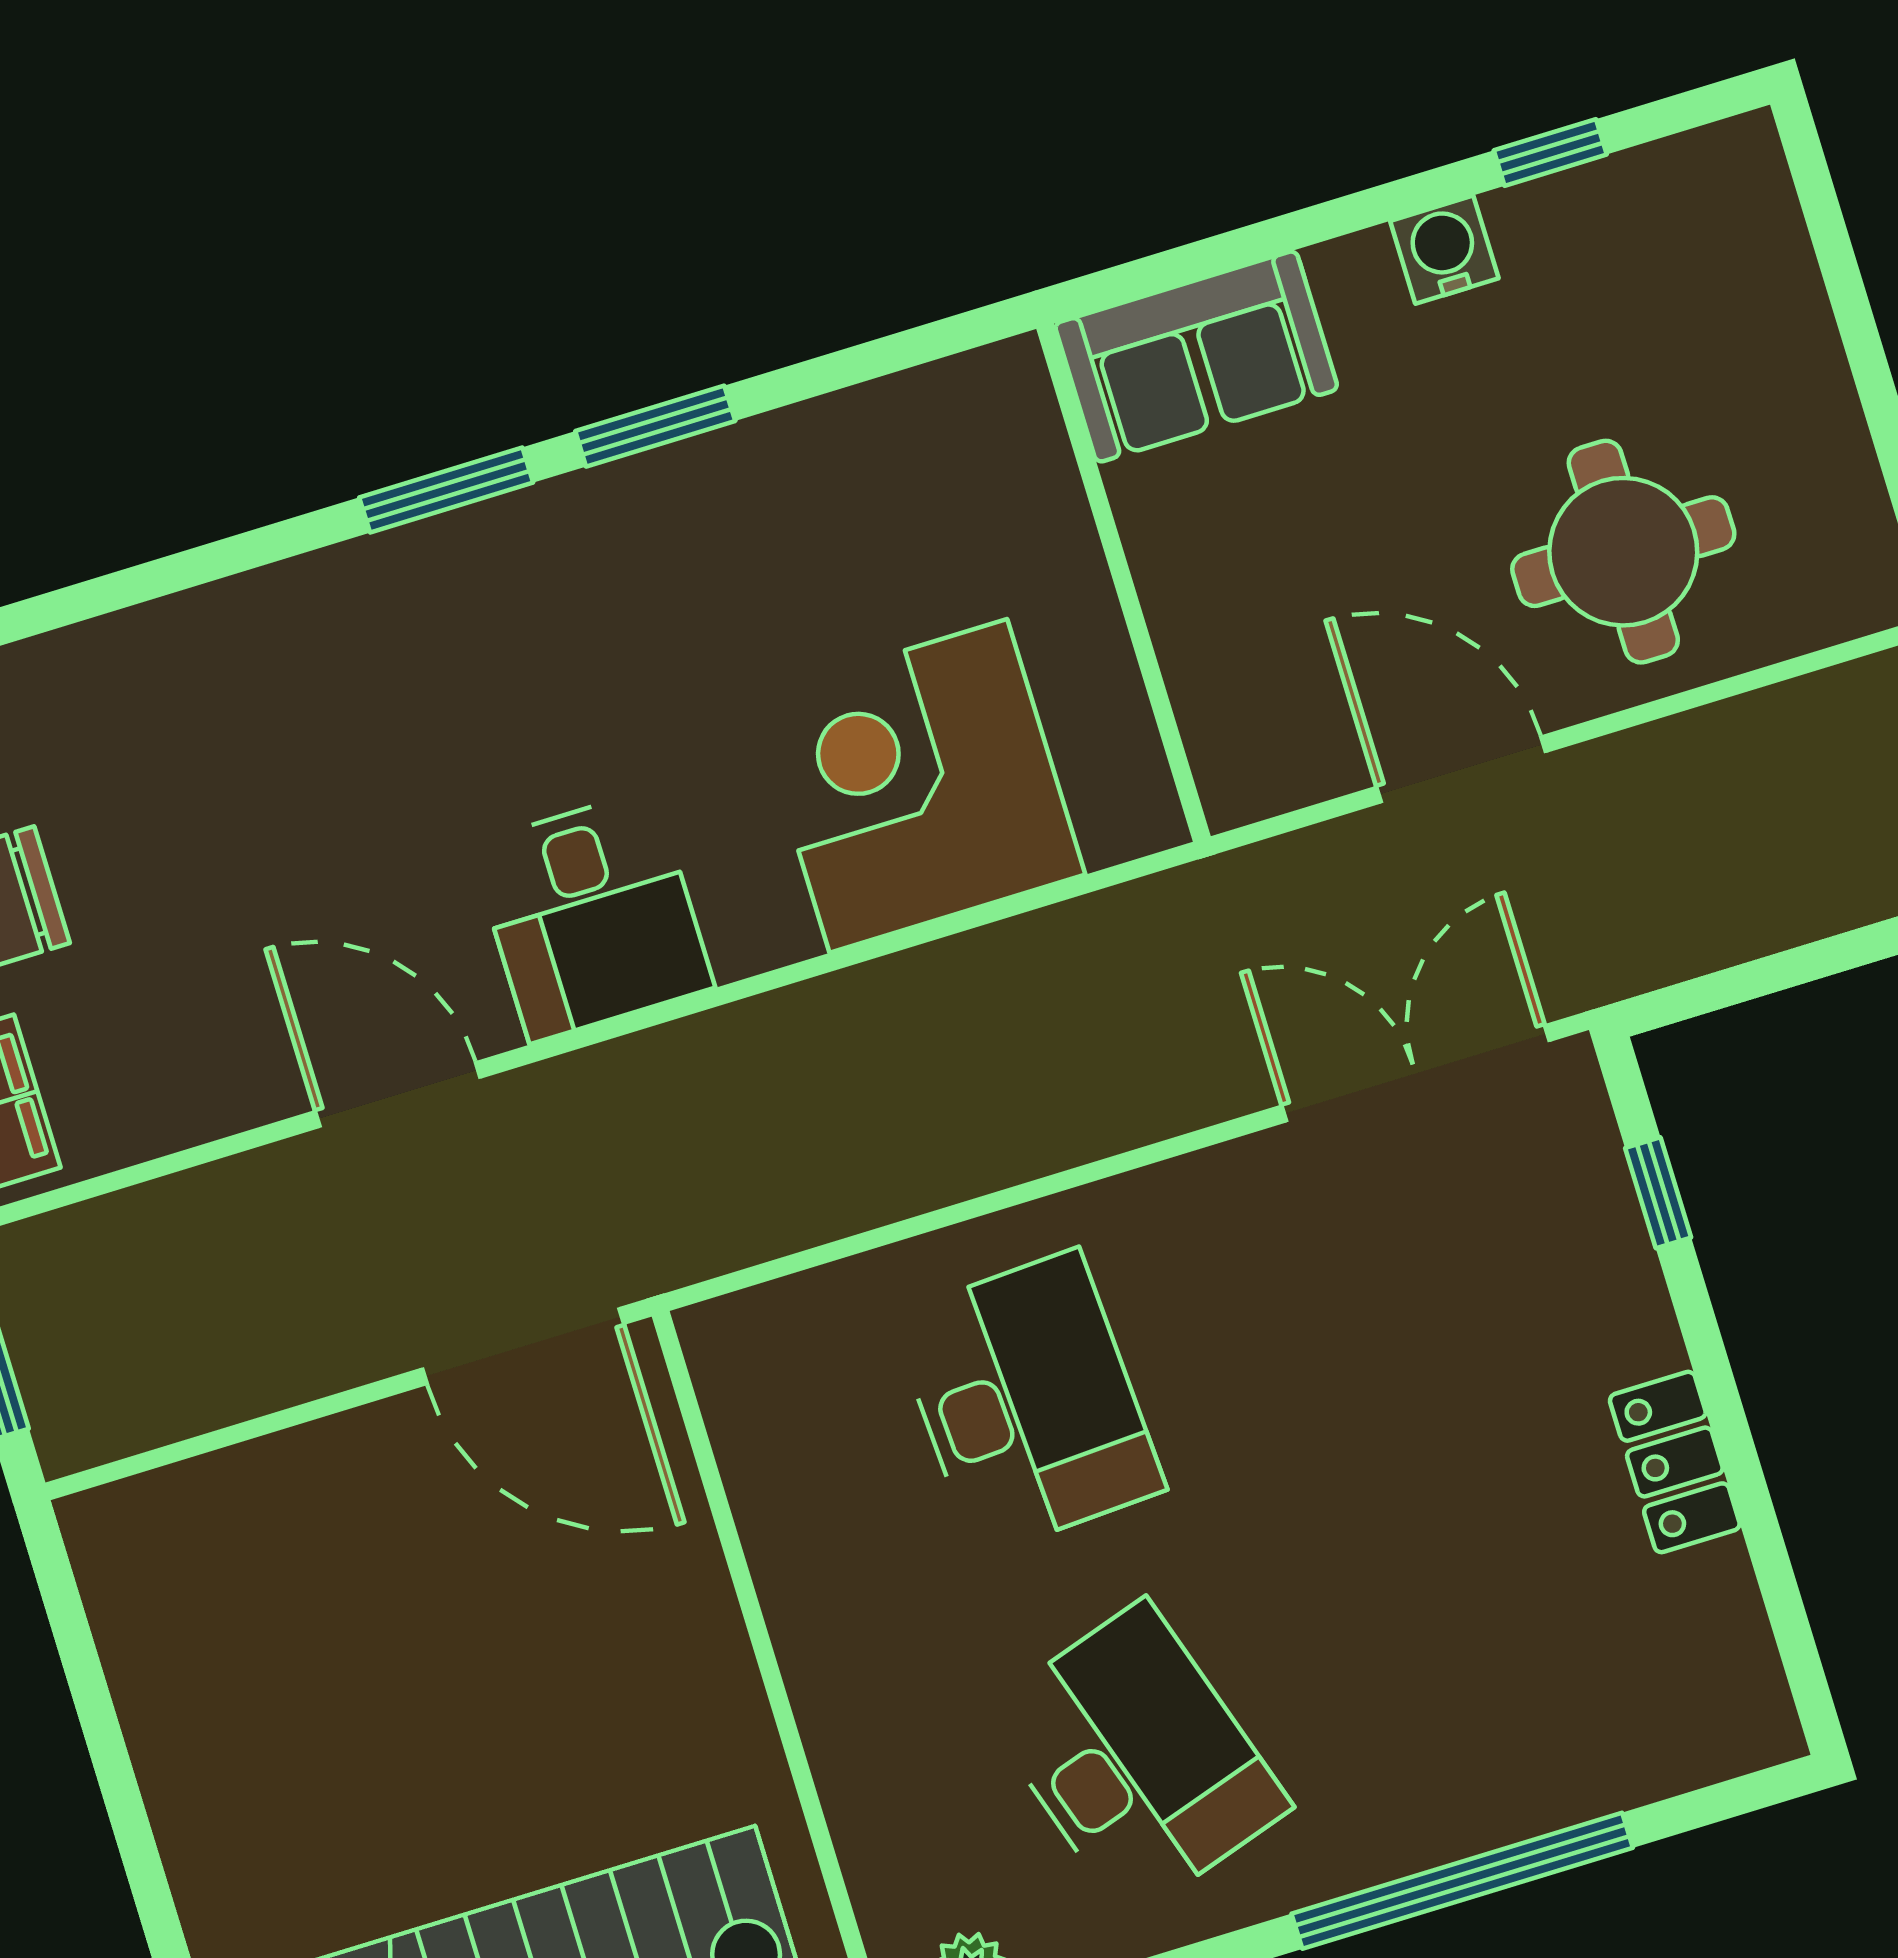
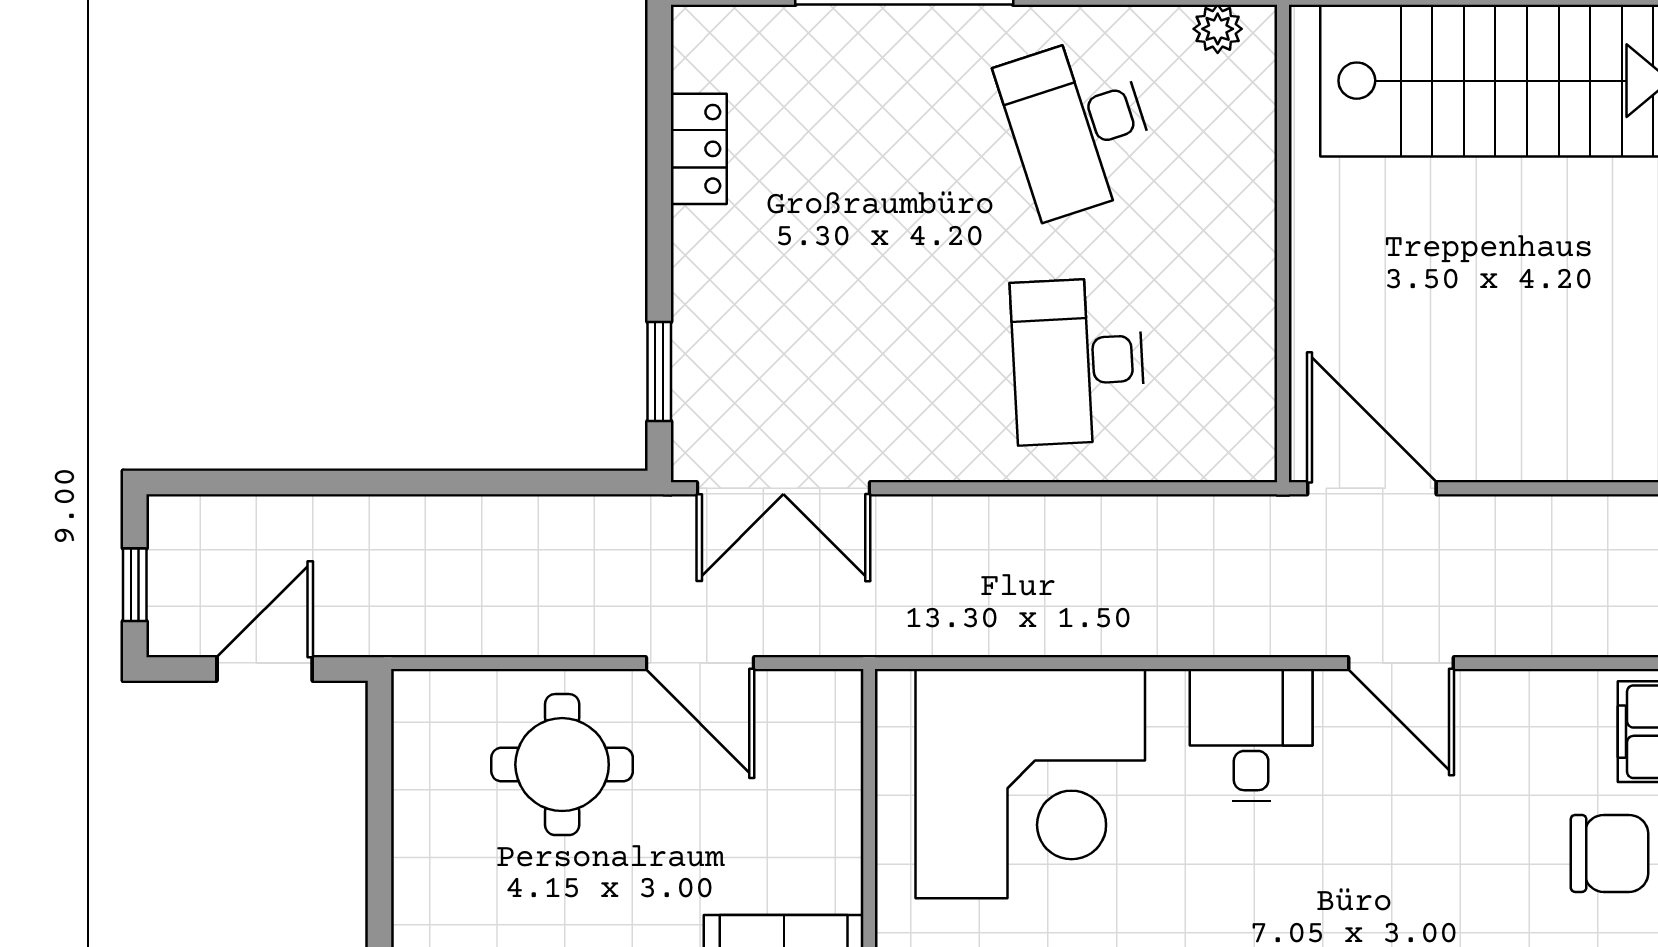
corner desk: (918, 786) -> (1030, 784), width x1.36, depth x1.36
window: (1658, 1193) -> (659, 372), width x1.50
locker: (1675, 1462) -> (699, 149), moved

